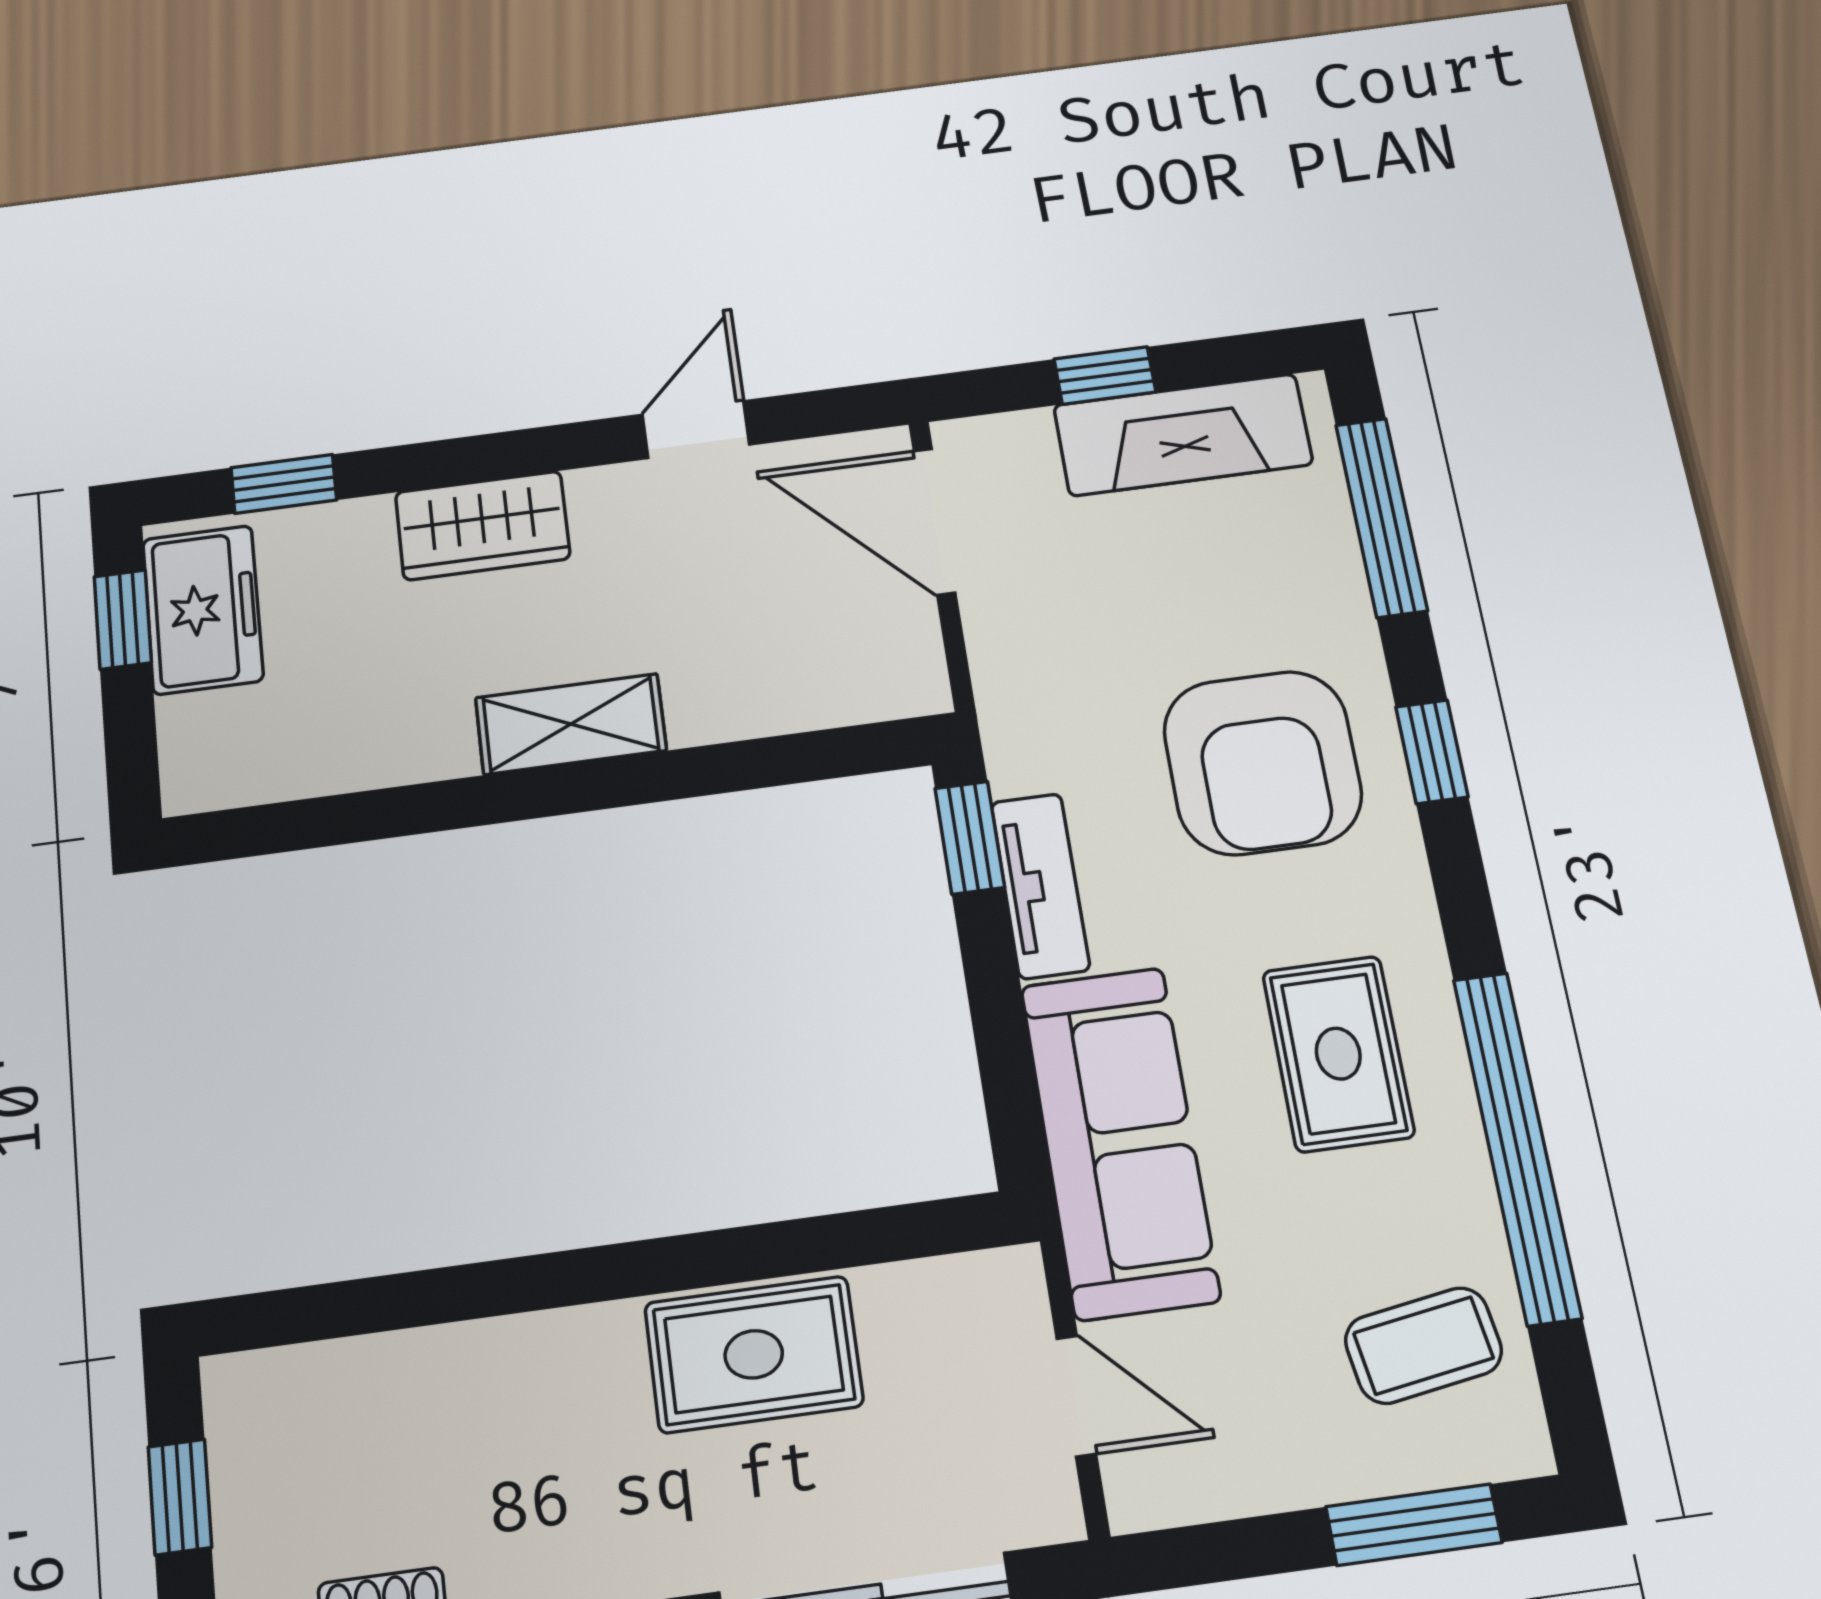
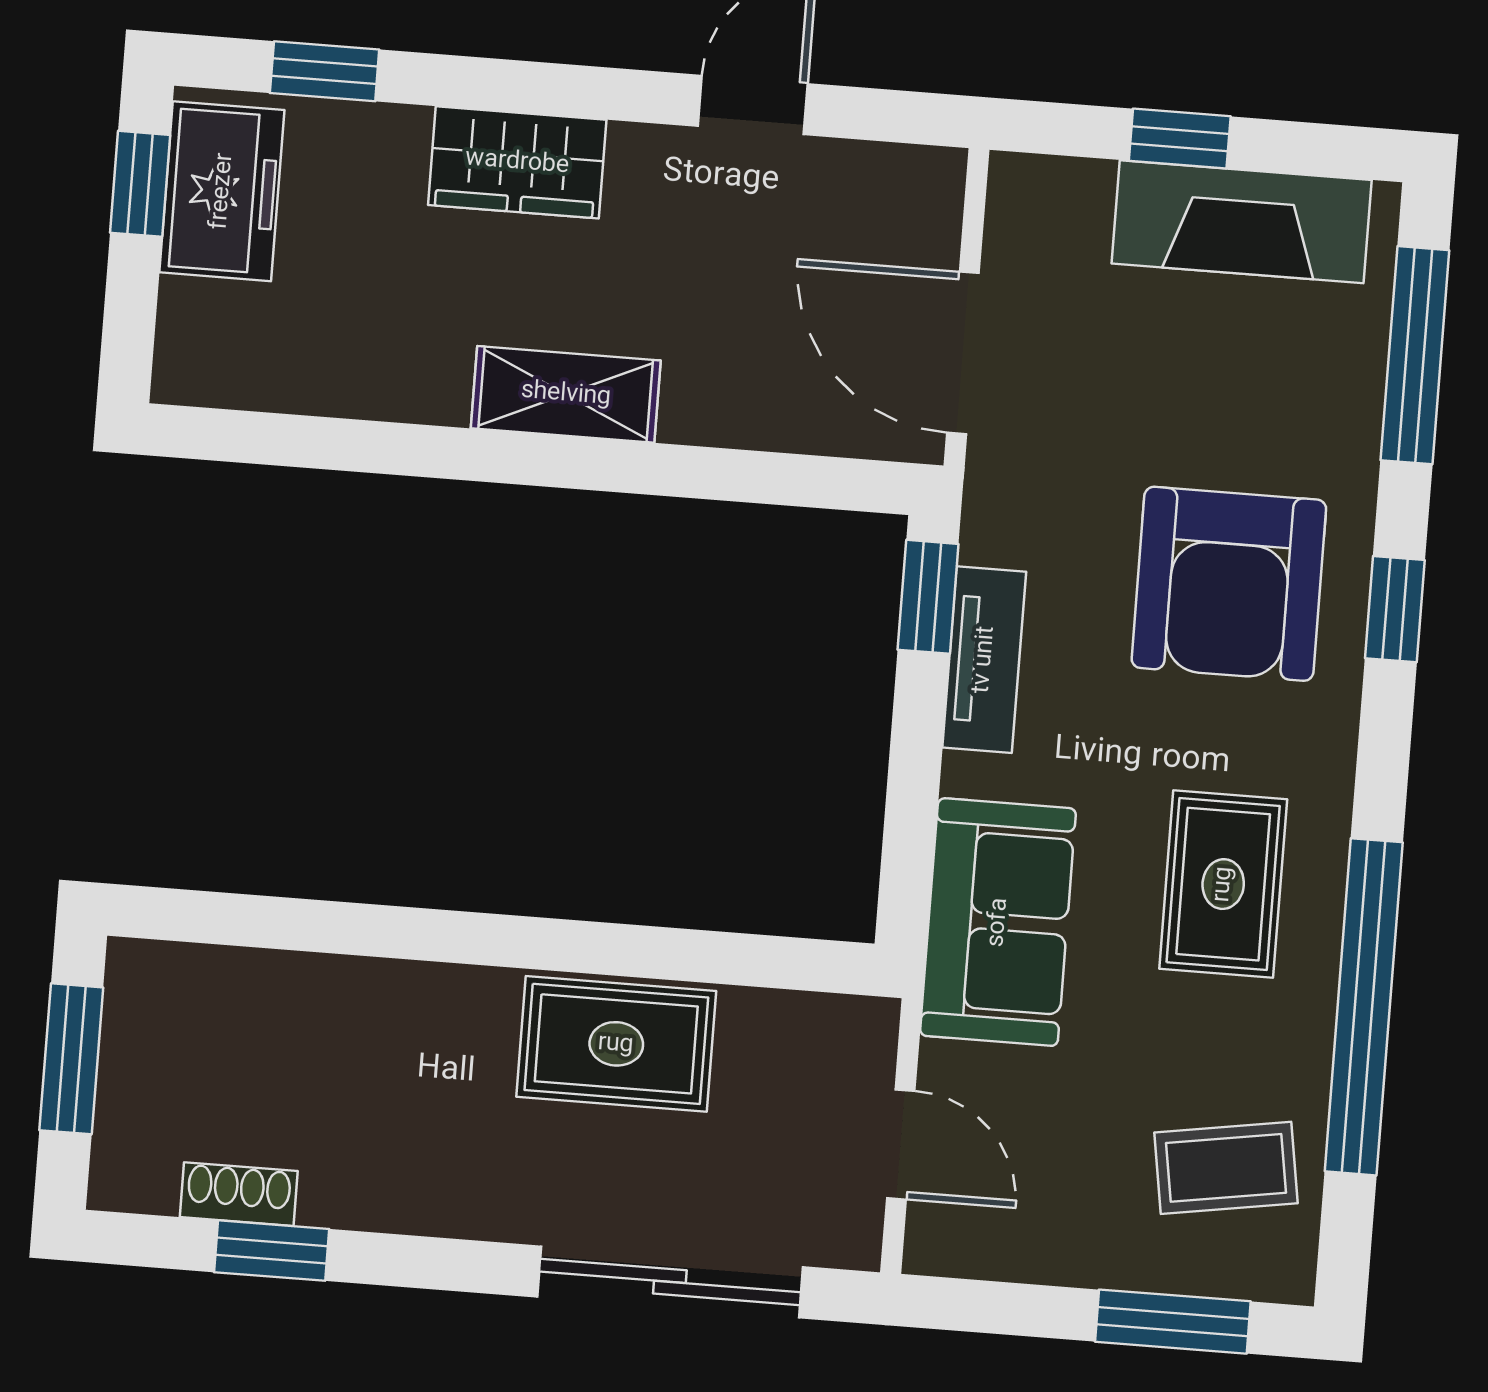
door: (934, 521) -> (963, 353), moved
sofa: (1120, 1142) -> (998, 922), width x0.73
window: (180, 1497) -> (71, 1059), width x1.50

